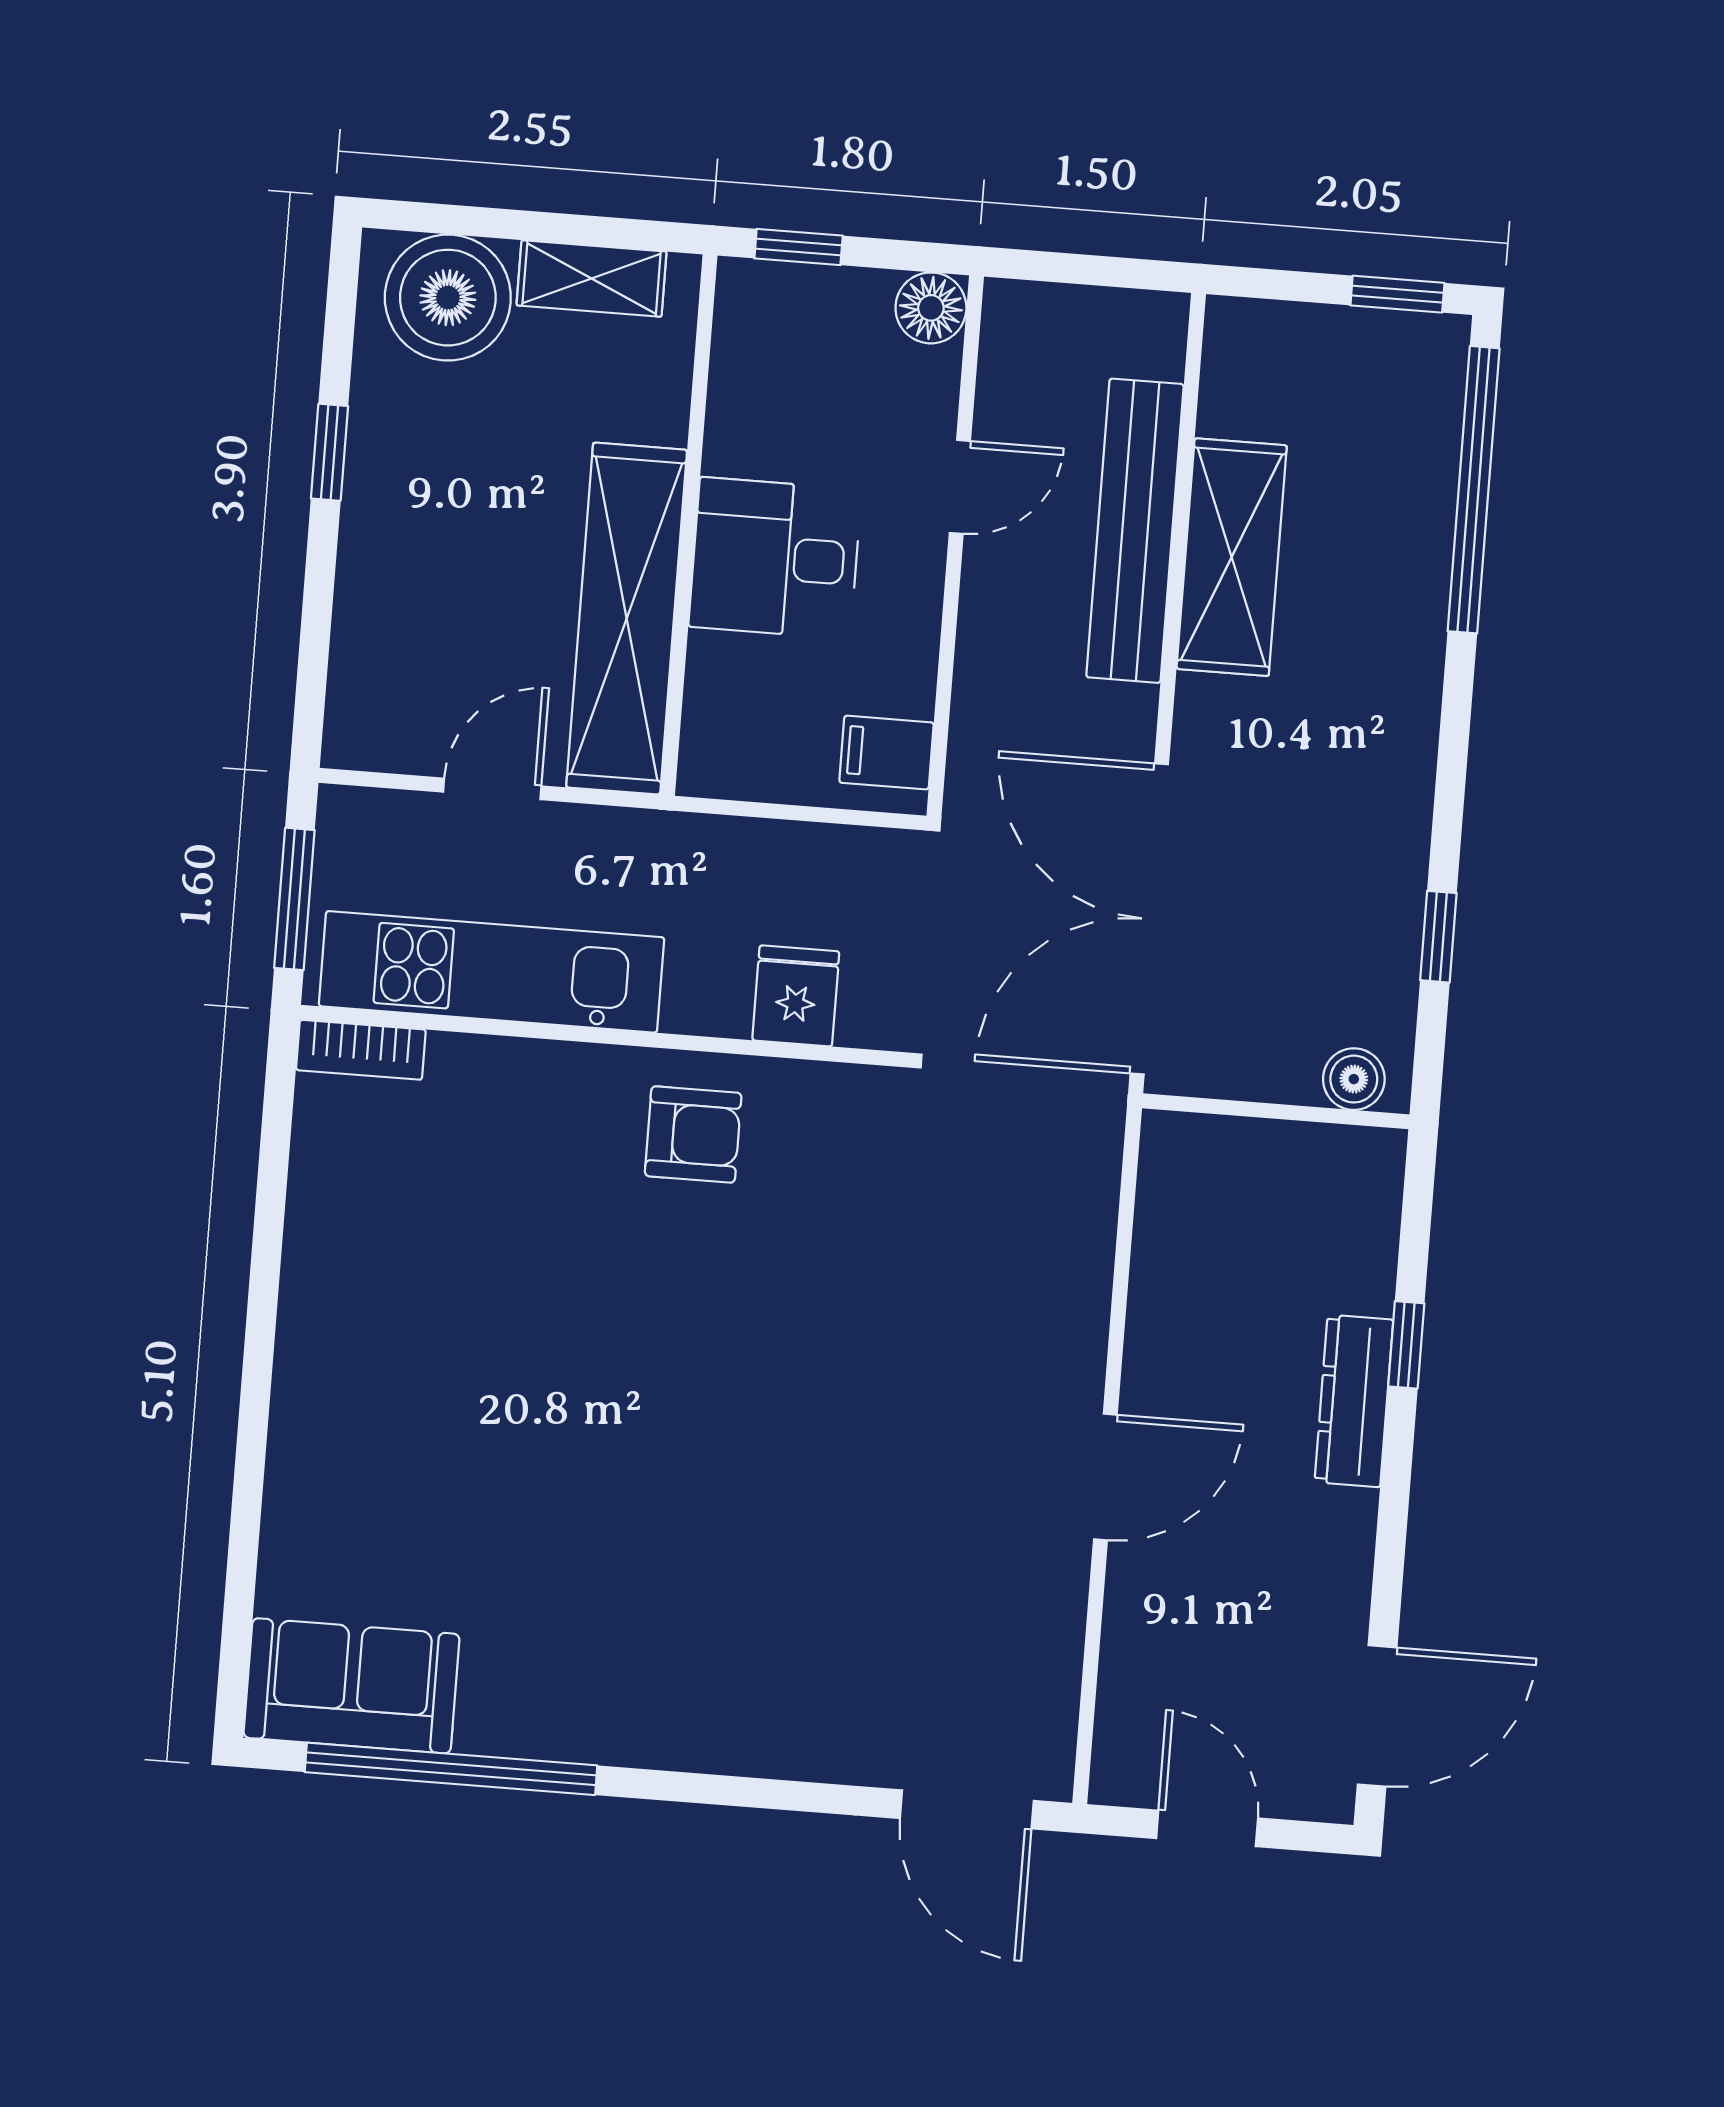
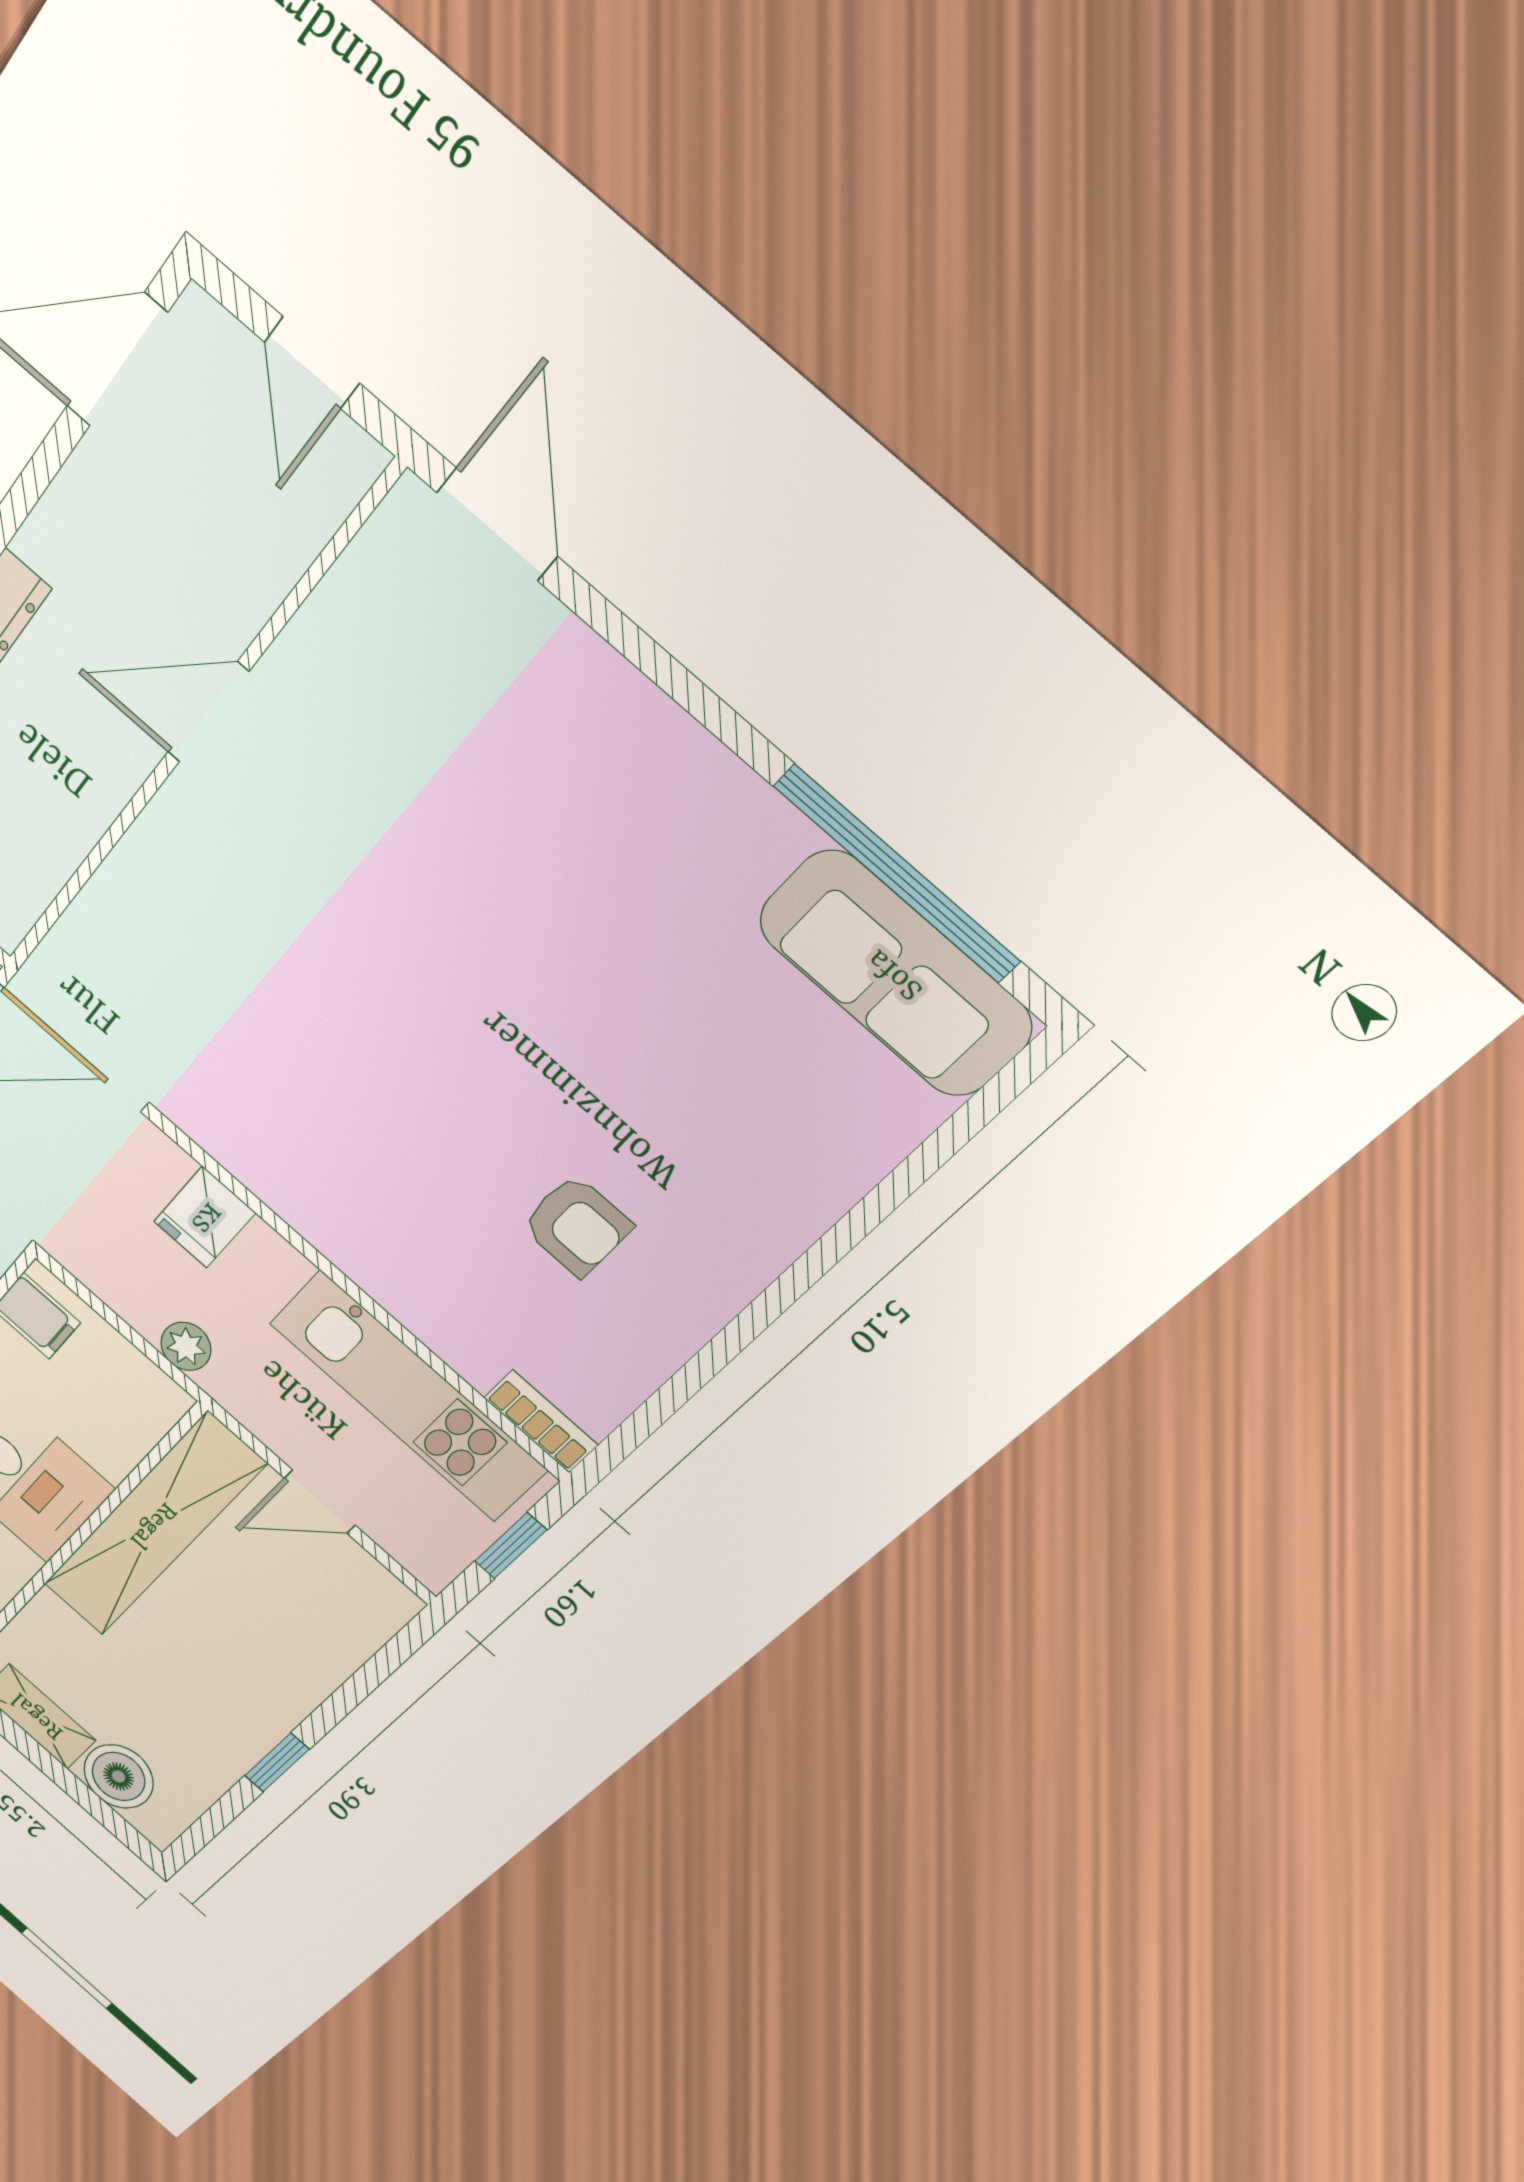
boiler: (448, 298) -> (119, 1776), width x0.73, depth x0.73
plant: (725, 845) -> (186, 1346), added
window: (294, 899) -> (511, 1546), width x0.67
armchair: (693, 1134) -> (577, 1226), moved, turned 180
sofa: (352, 1686) -> (895, 974), width x1.36

